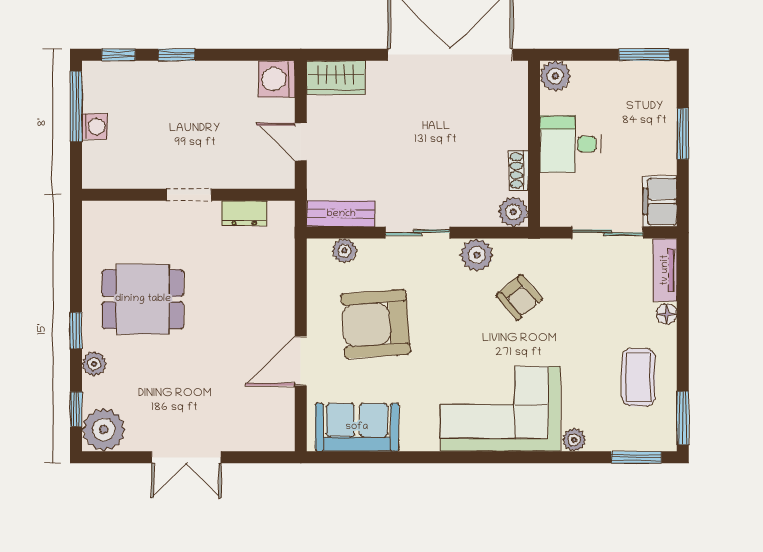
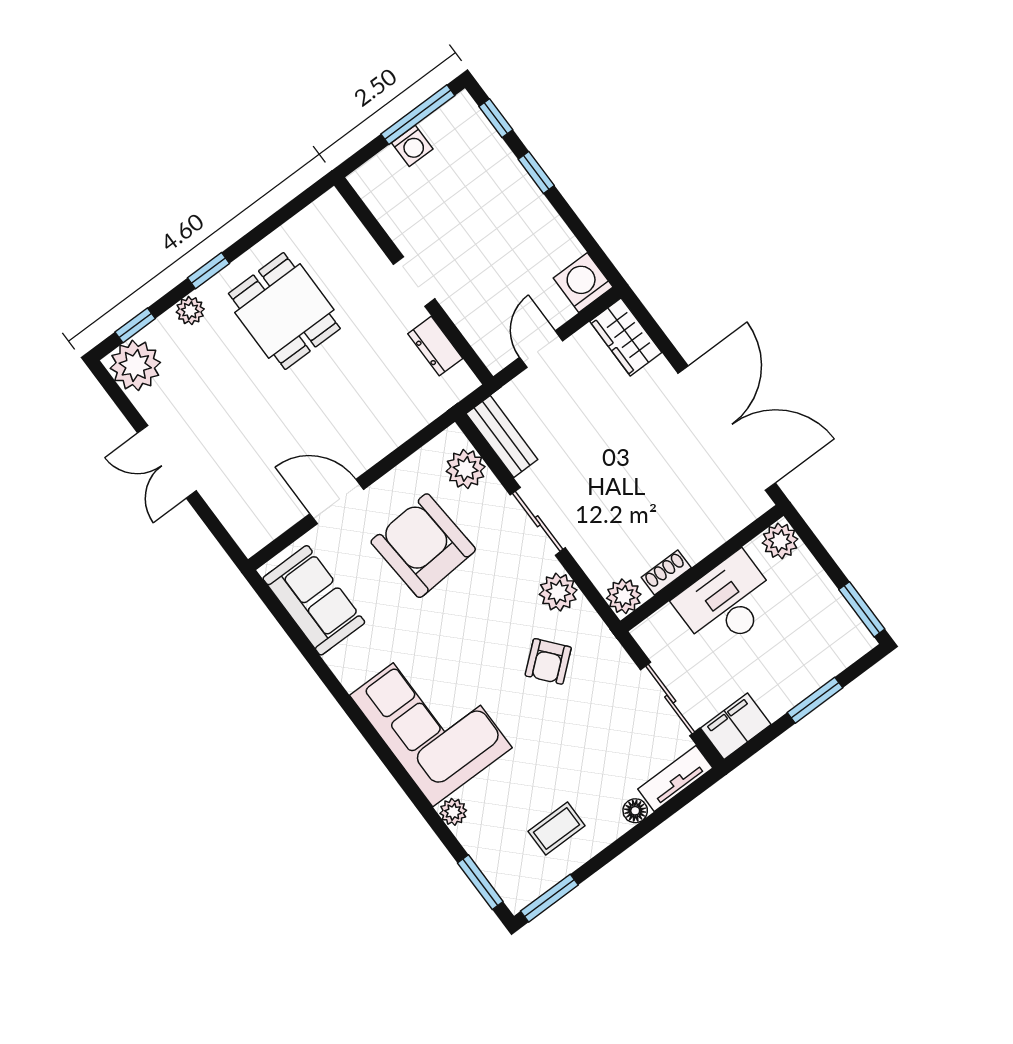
desk: (570, 144) -> (727, 602), width x1.37
plant: (344, 251) -> (466, 469), width x1.38, depth x1.38
coffee table: (639, 377) -> (557, 829), width x0.73, depth x0.77

